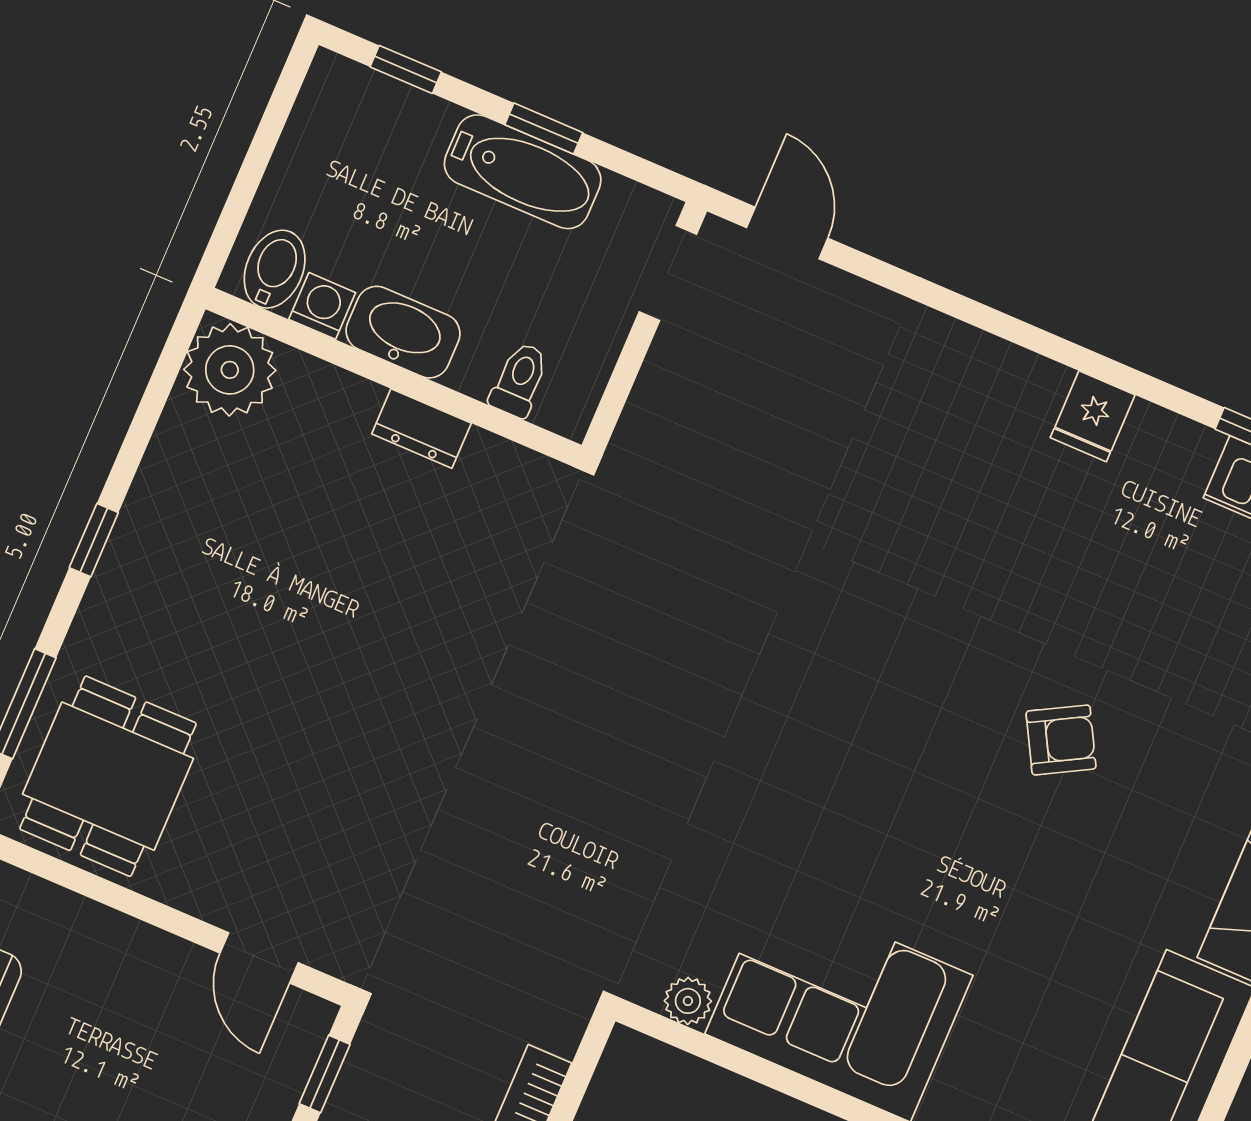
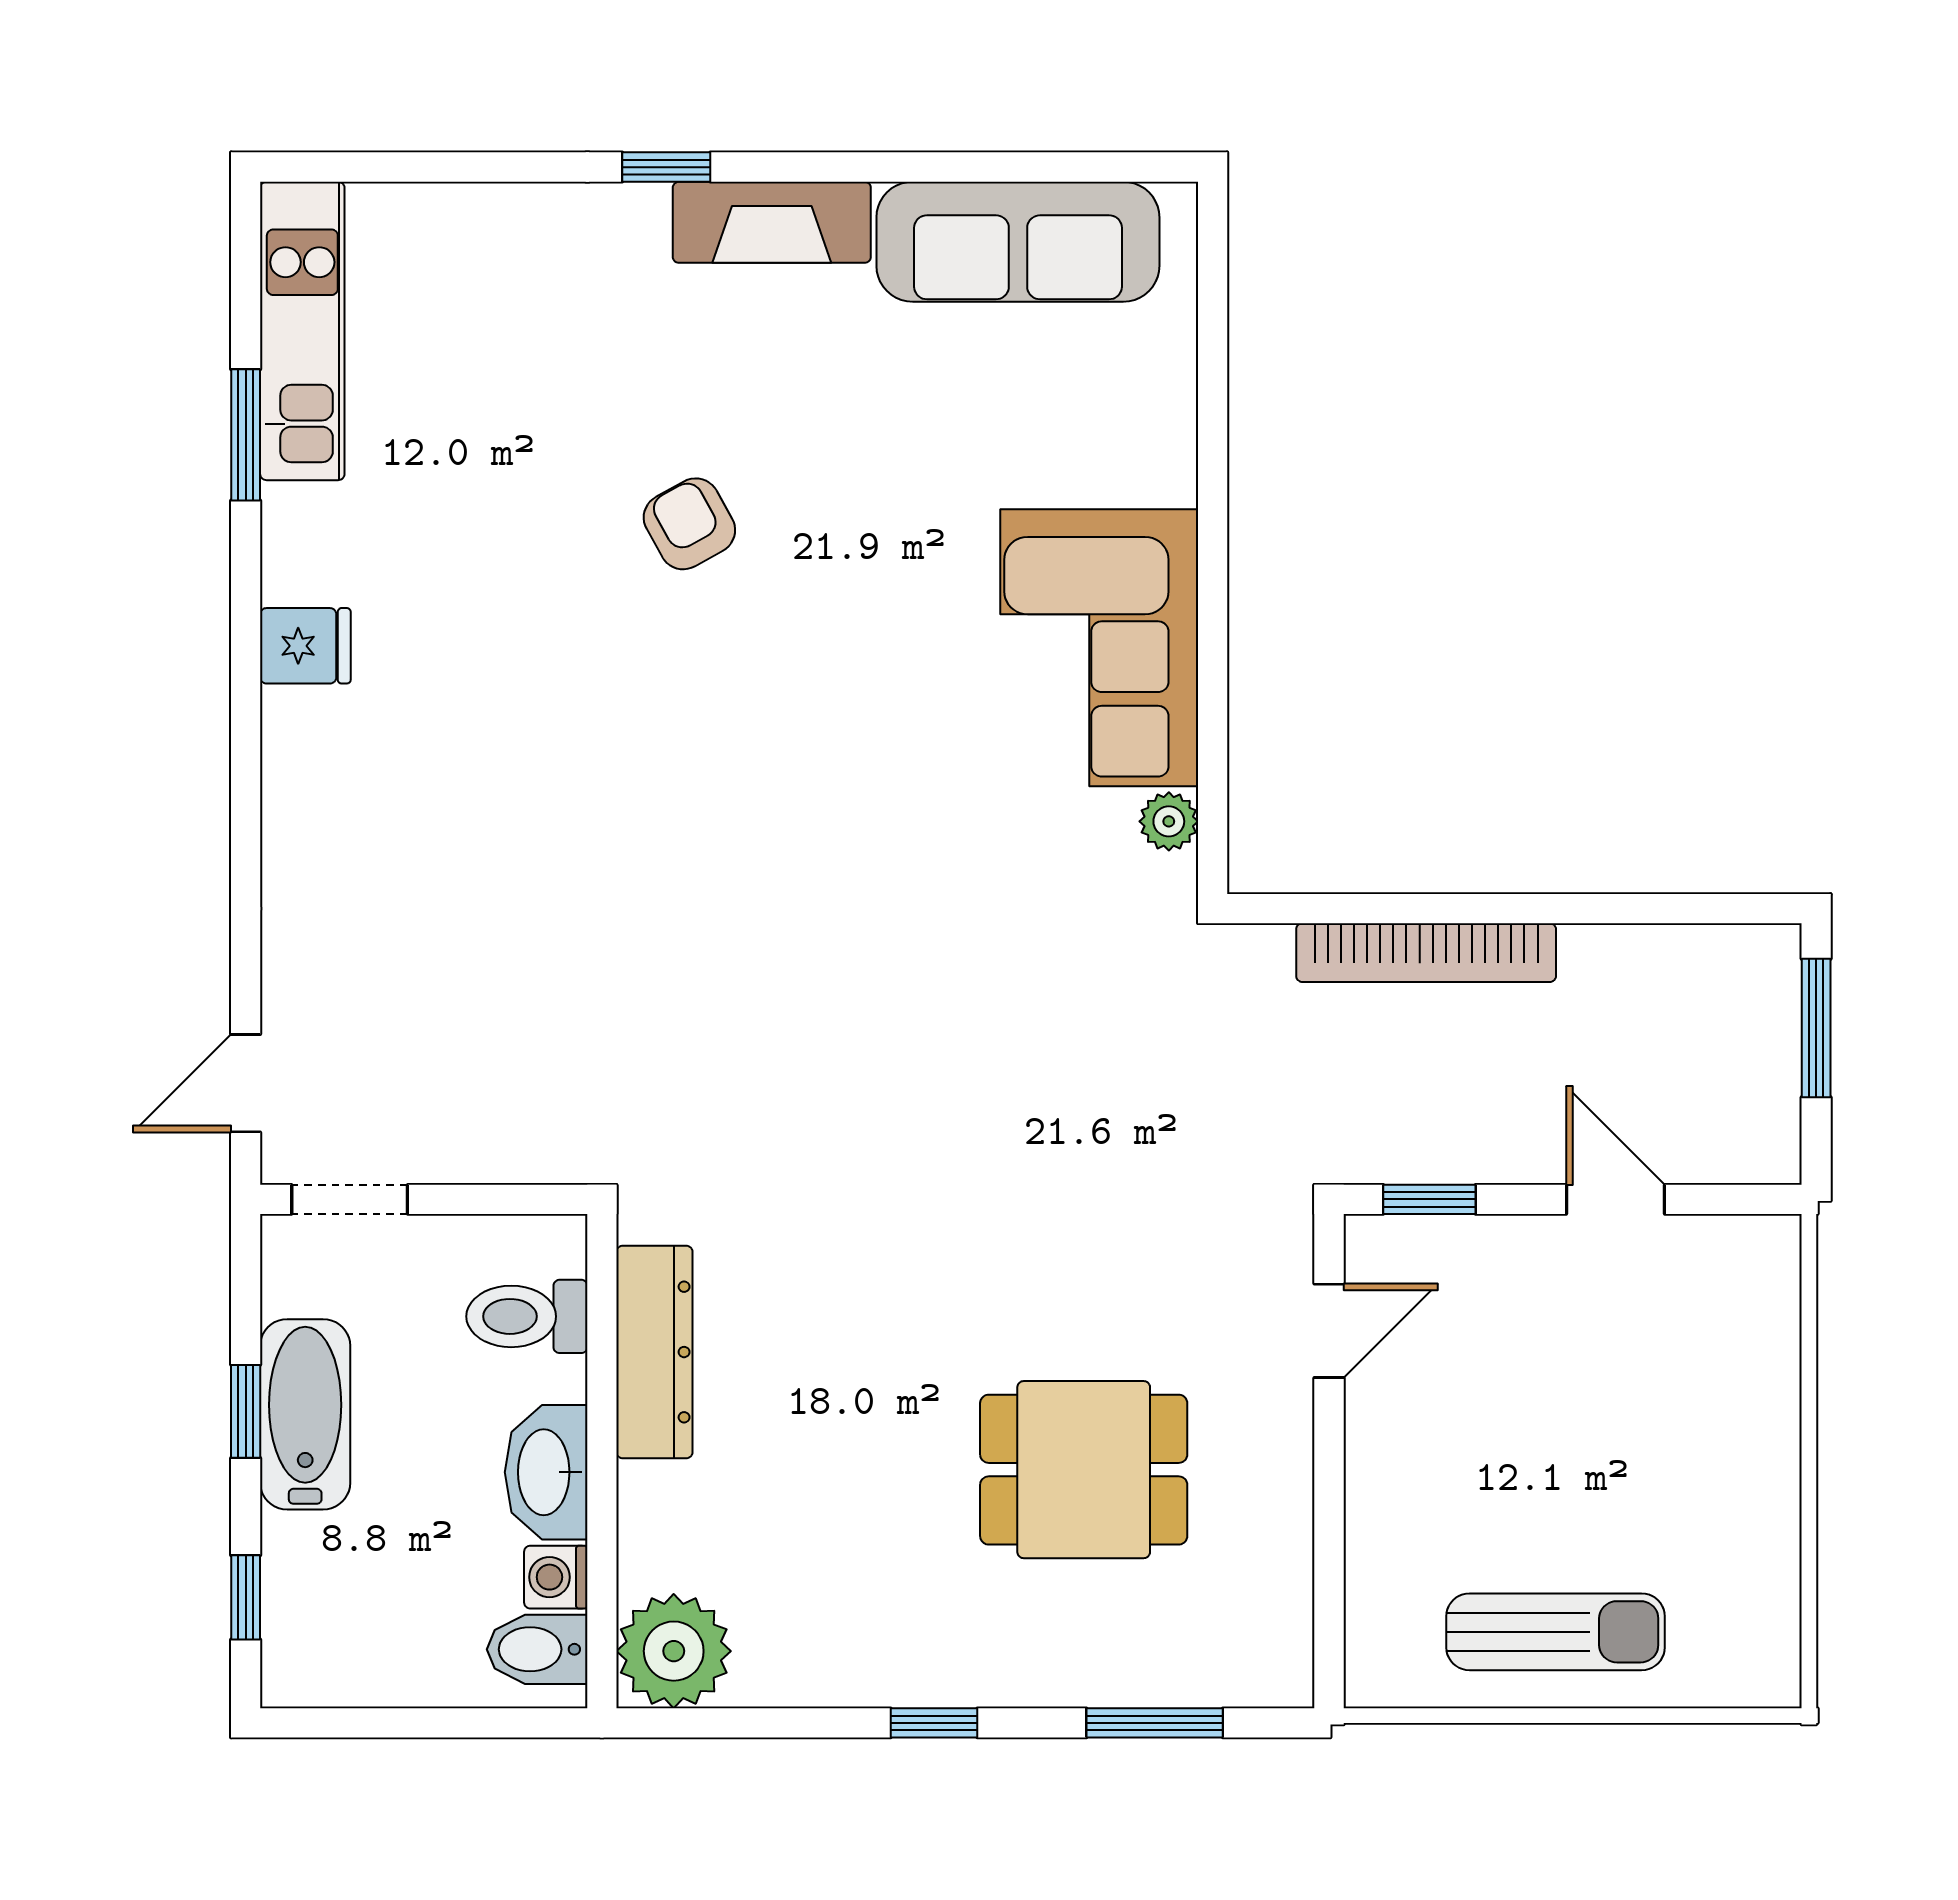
toilet: (519, 380) -> (527, 1316), width x1.37, depth x1.39
dresser: (421, 429) -> (654, 1352), width x1.96, depth x1.24
dining table: (108, 776) -> (1084, 1470), moved

